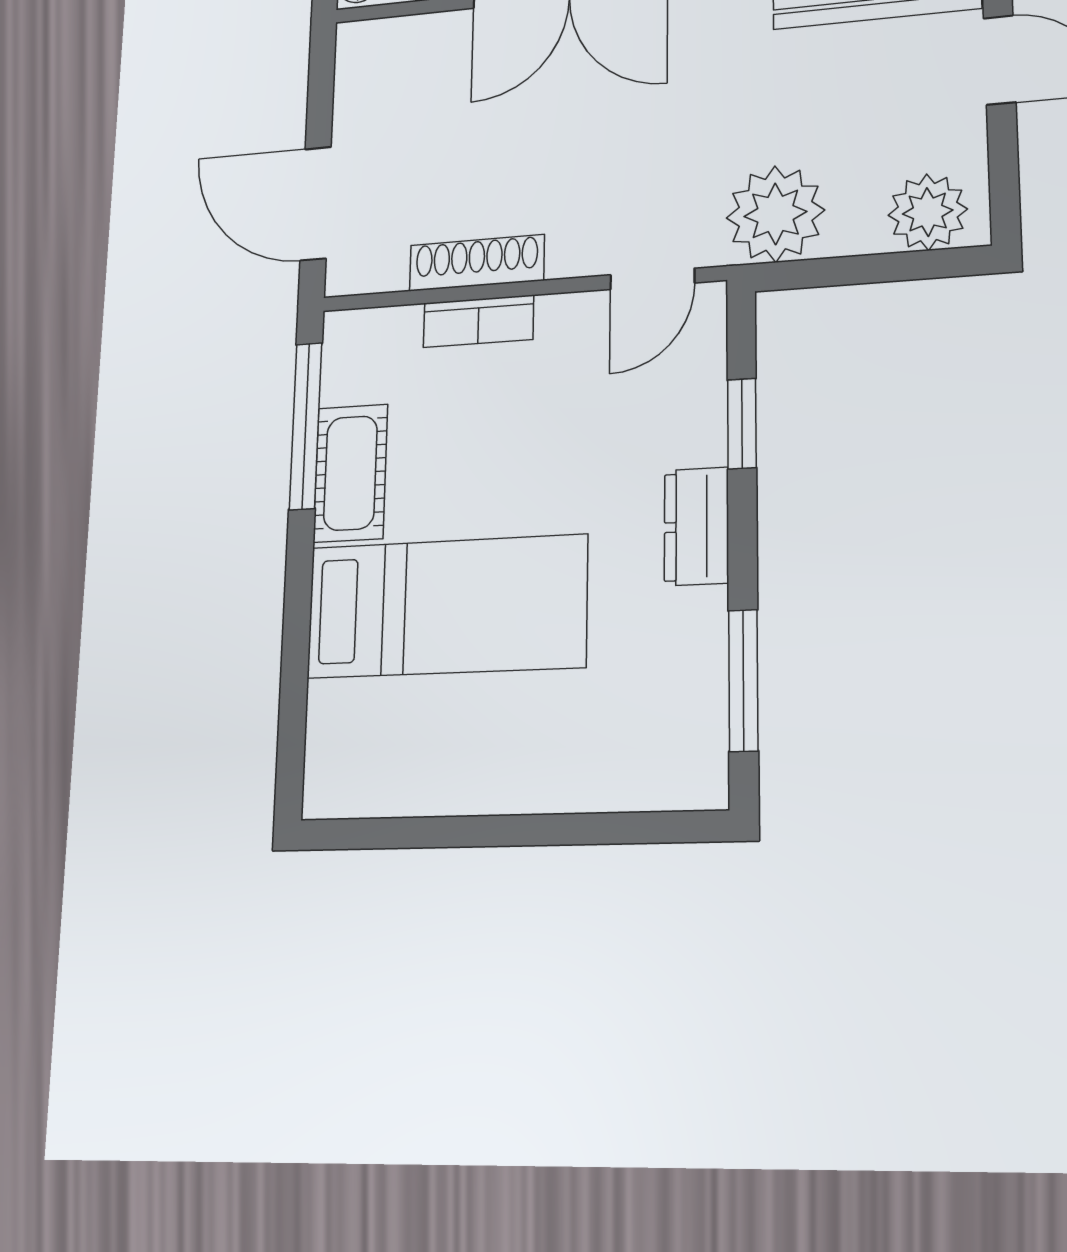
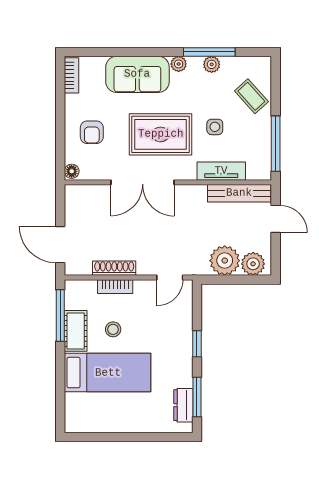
plant: (775, 214) -> (225, 261), moved
window: (742, 424) -> (197, 344), moved
stool: (468, 461) -> (113, 329), added
dresser: (696, 526) -> (183, 405), moved

